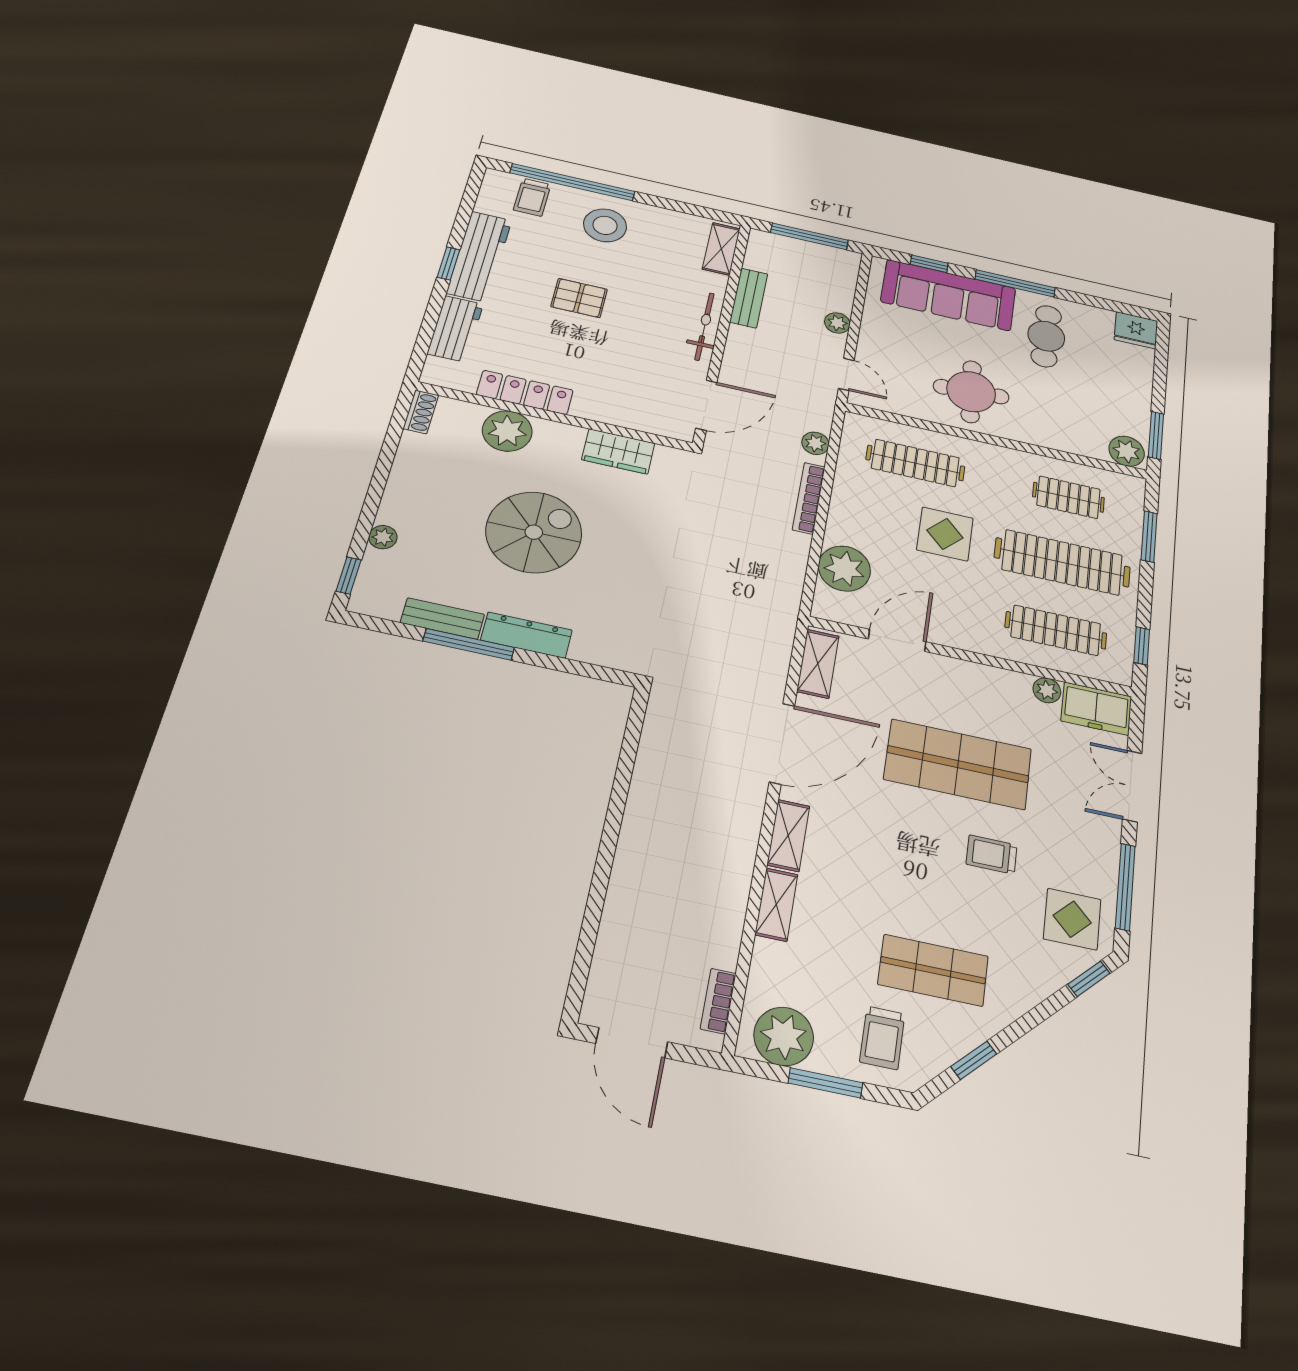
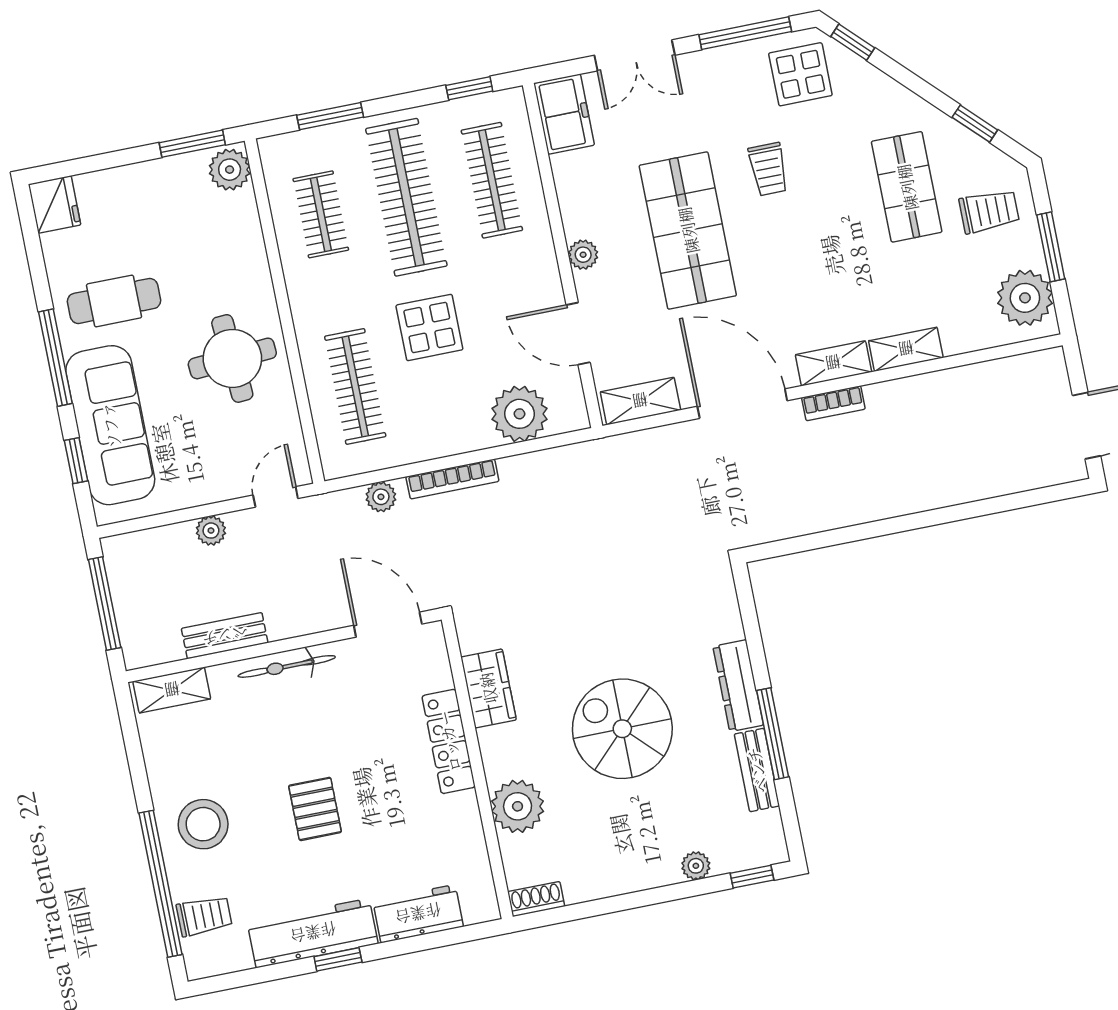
locker: (525, 392) -> (449, 741), moved
plant: (1047, 690) -> (583, 255), moved
bookcase: (718, 1001) -> (833, 403), moved

